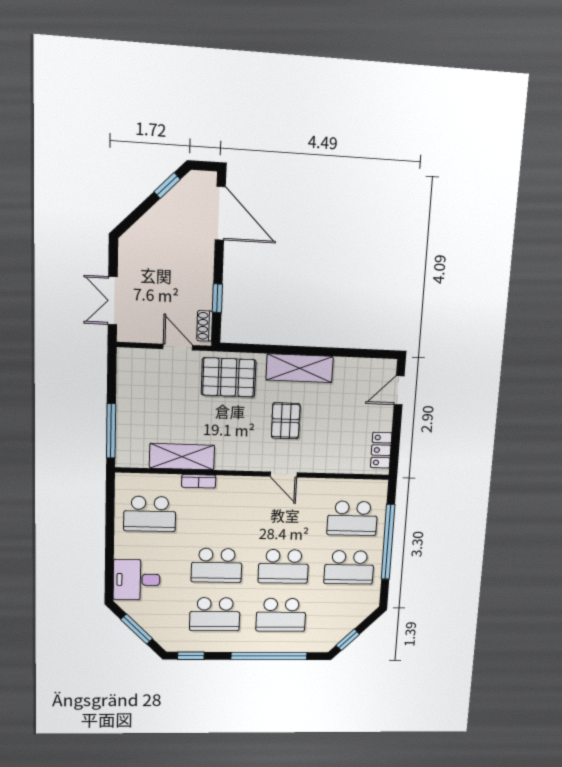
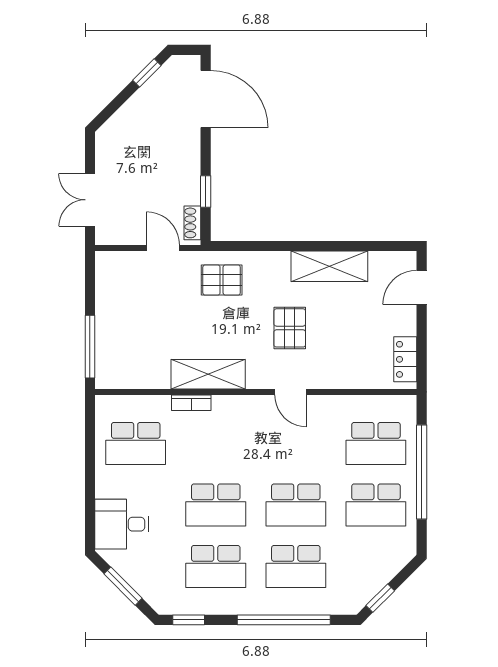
shelving: (300, 368) -> (329, 266), moved
pallet: (229, 377) -> (222, 280), width x0.67, depth x0.71
shelving: (182, 457) -> (208, 374), moved

